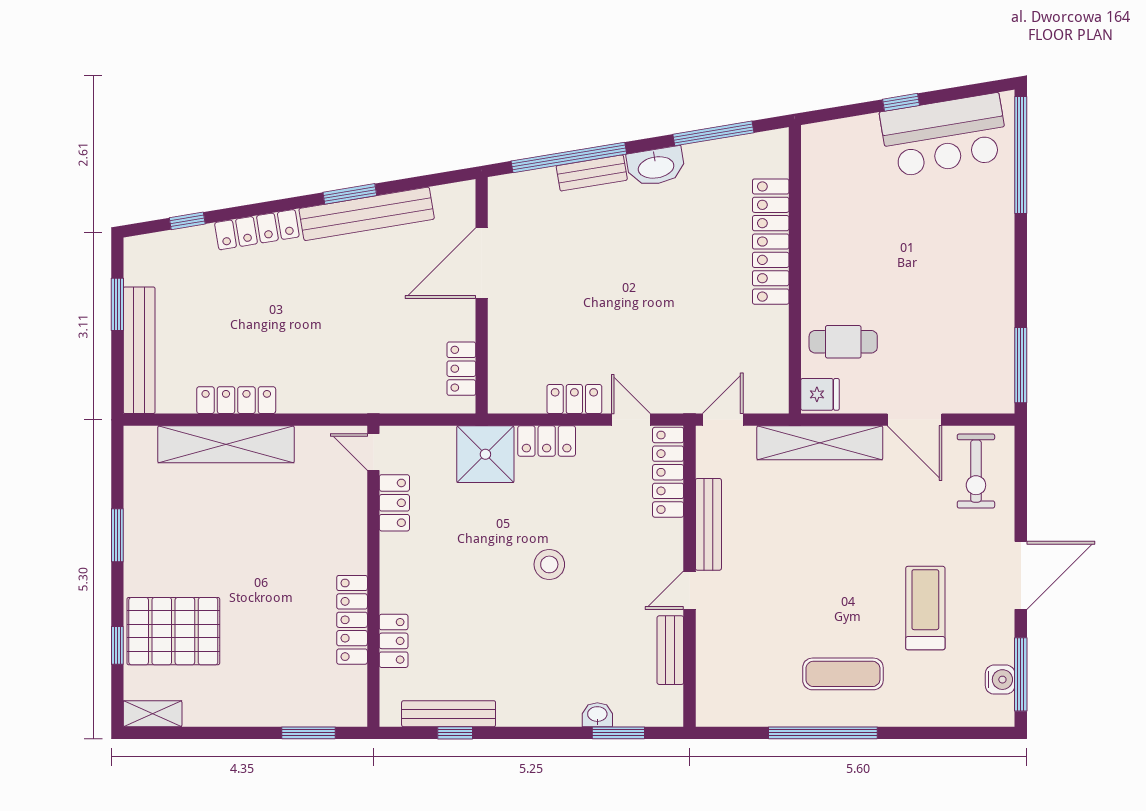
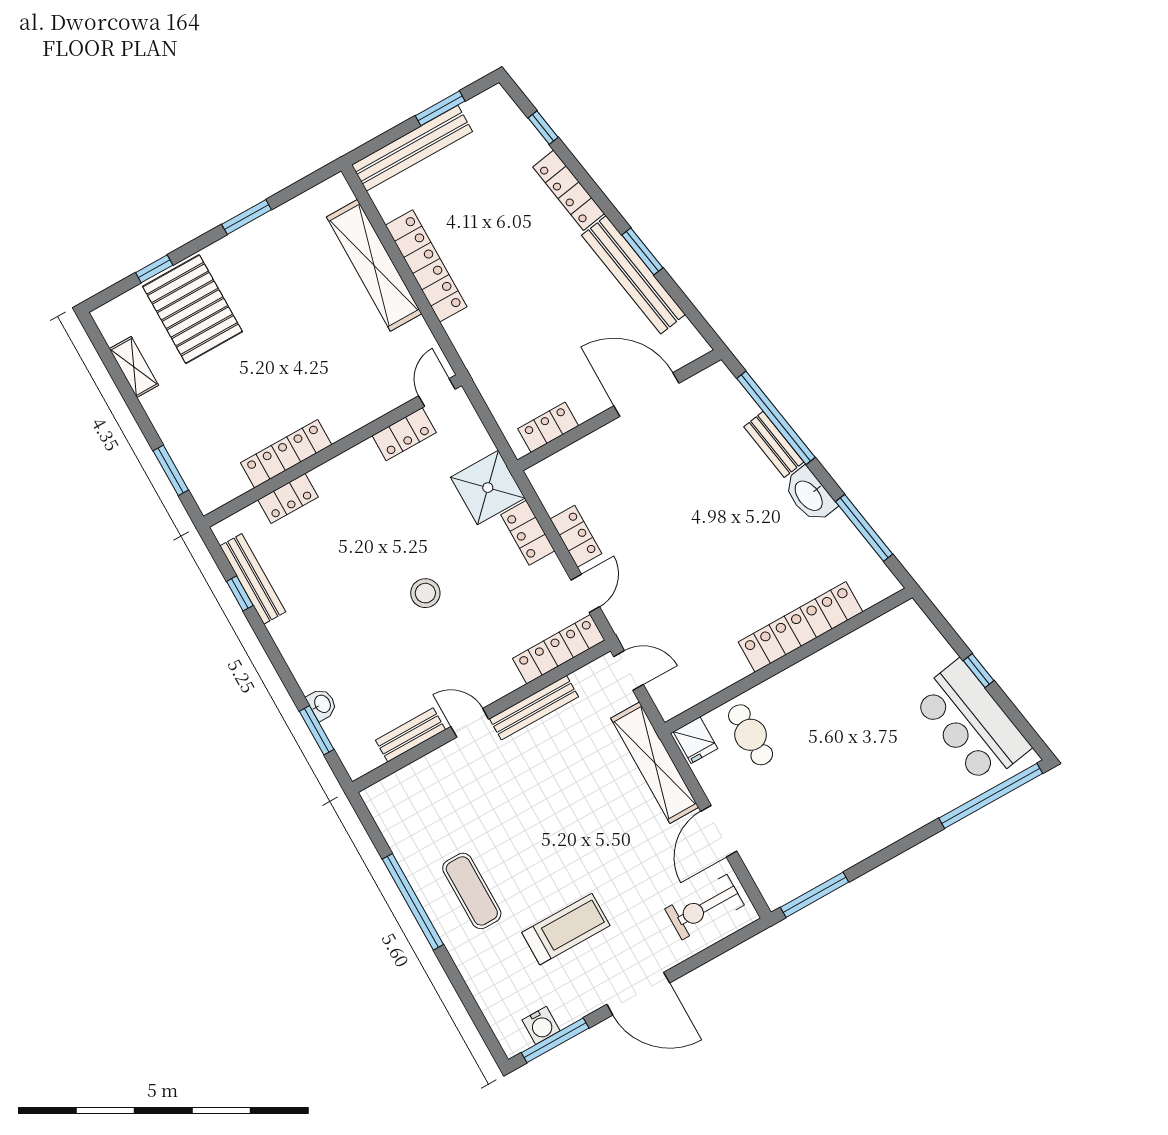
locker: (236, 400) -> (426, 266), width x1.41, depth x1.21
shelving: (153, 714) -> (134, 367), moved

